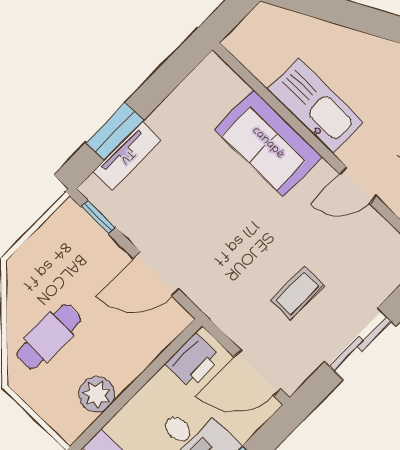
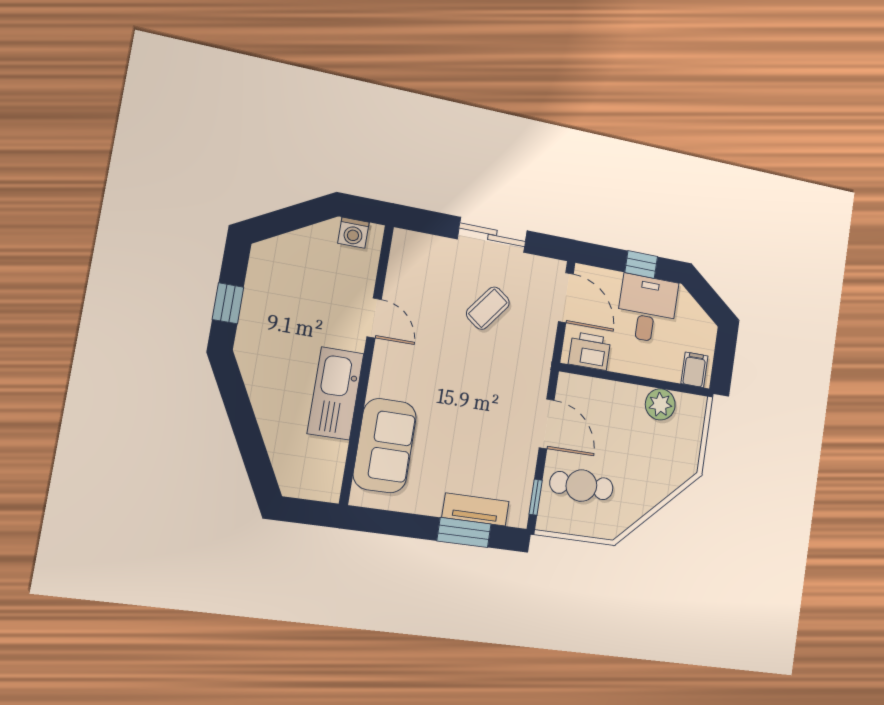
sofa: (268, 143) -> (385, 446), moved
coffee table: (297, 293) -> (488, 308), turned -53
cafe table: (49, 337) -> (581, 486), moved

